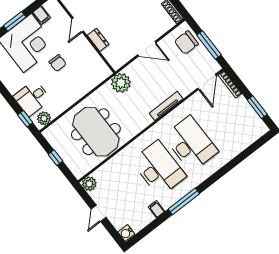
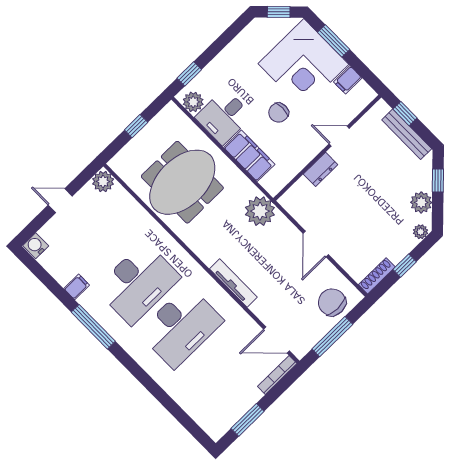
filing cabinet: (84, 86) -> (249, 156), added
desk: (32, 98) -> (224, 117), moved, turned -90

